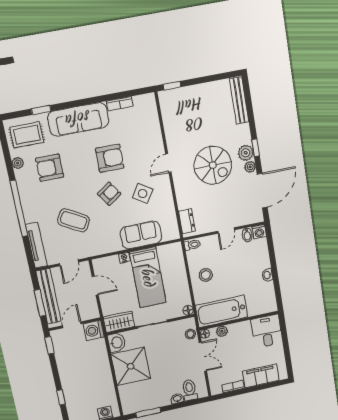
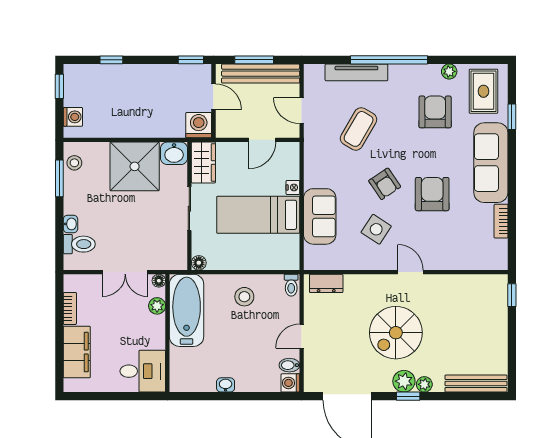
armchair: (110, 158) -> (432, 194), turned 180
plant: (250, 167) -> (424, 384), moved
door: (226, 231) -> (302, 336), hinge flipped
tv unit: (36, 245) -> (356, 72), moved
stool: (190, 334) -> (74, 163), moved

